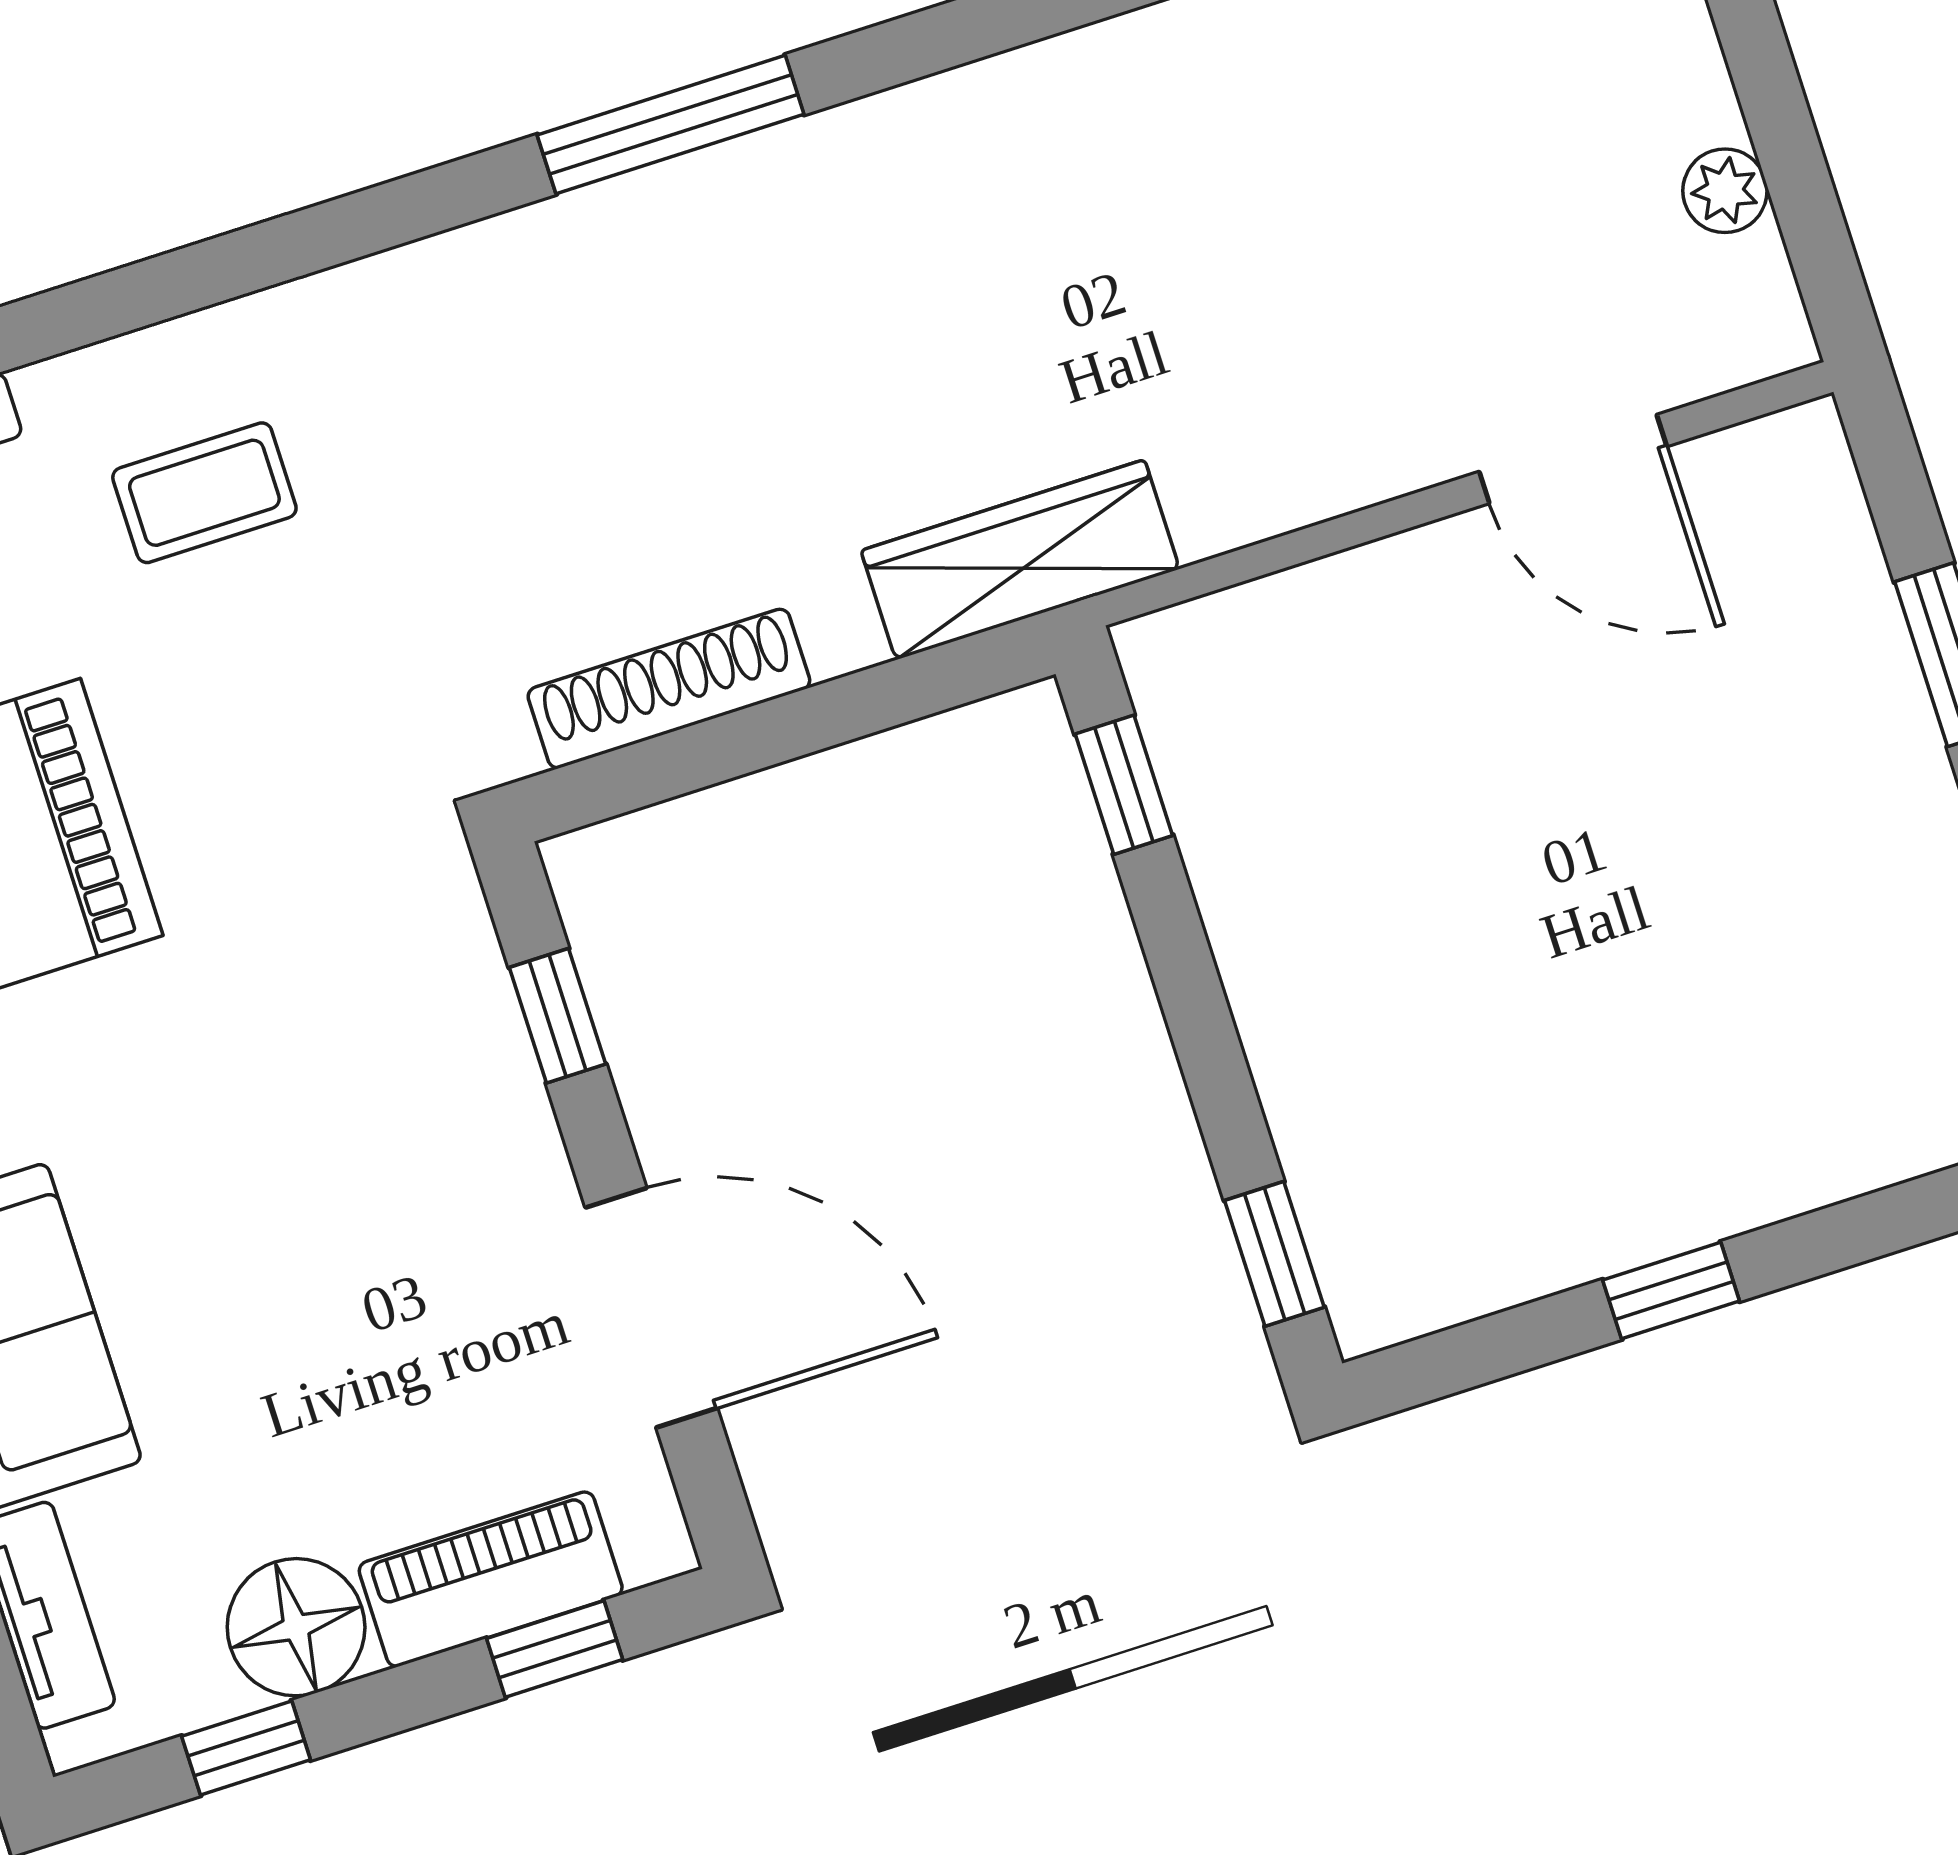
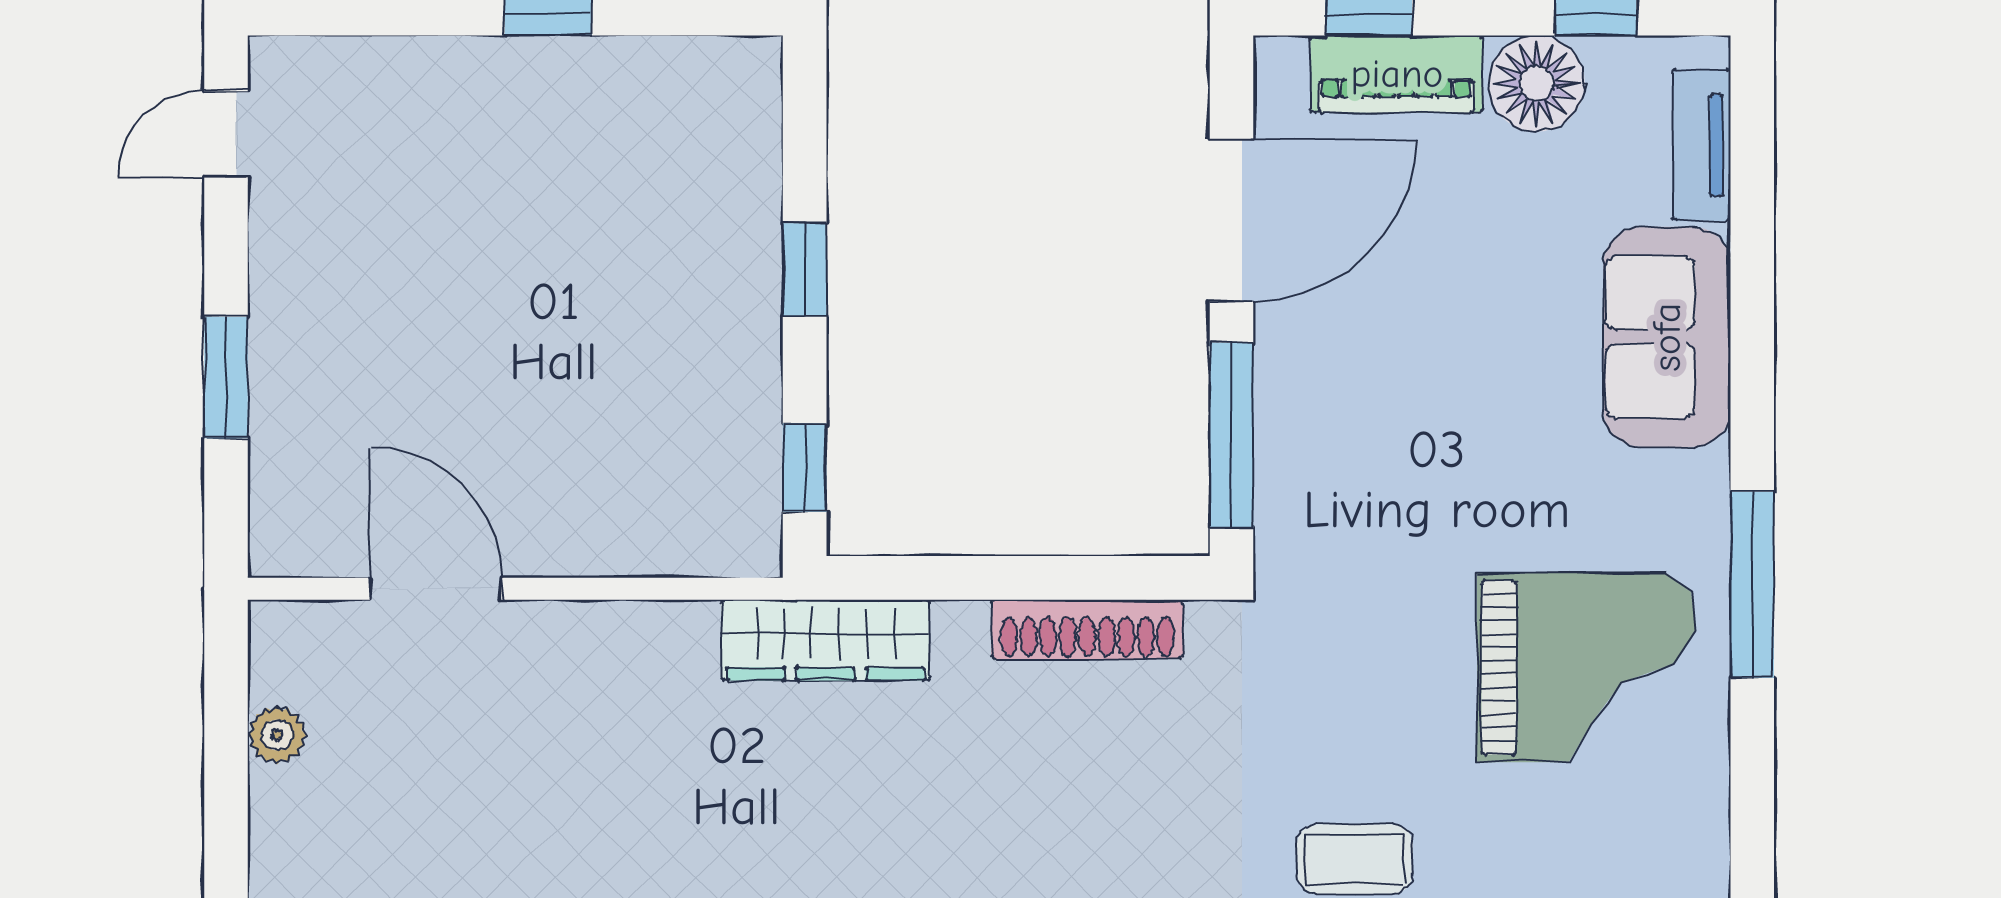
window: (558, 1016) -> (1231, 435), width x2.17
window: (1274, 1254) -> (805, 270), moved
door: (651, 1308) -> (1231, 220), swing flipped

